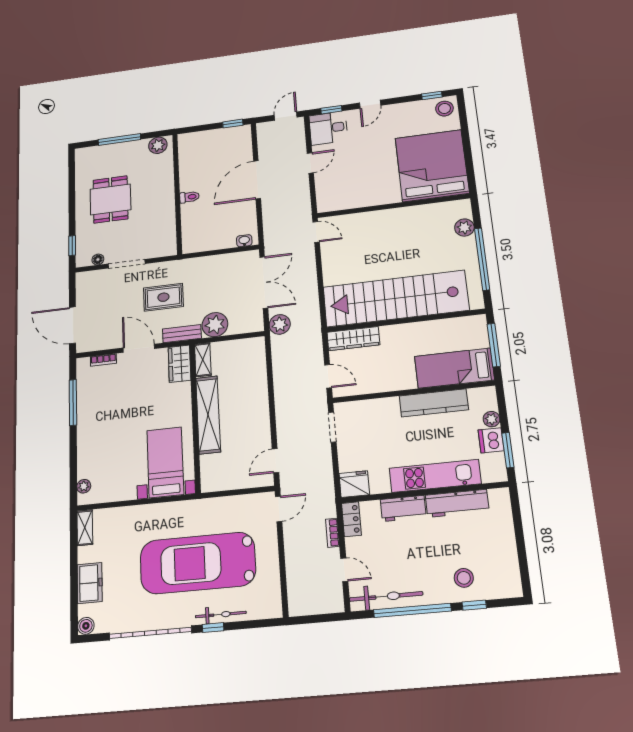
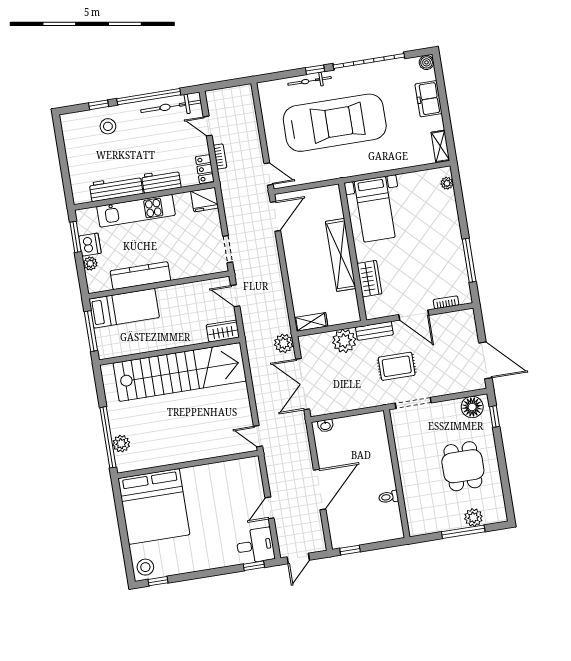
door: (370, 104) -> (217, 572), removed
plant: (158, 145) -> (473, 517), moved
toilet: (189, 197) -> (388, 497), moved
window: (482, 259) -> (108, 437), moved
floor lamp: (98, 260) -> (472, 407), width x1.89, depth x1.89
doorway: (127, 264) -> (413, 403), moved
door: (73, 325) -> (485, 360), moved
wardrobe: (353, 339) -> (223, 331), width x0.67
shelving: (203, 360) -> (311, 322), moved, turned 90
wardrobe: (179, 364) -> (369, 279), moved
door: (275, 461) -> (275, 216), width x1.38
door: (279, 509) -> (269, 174), swing flipped

